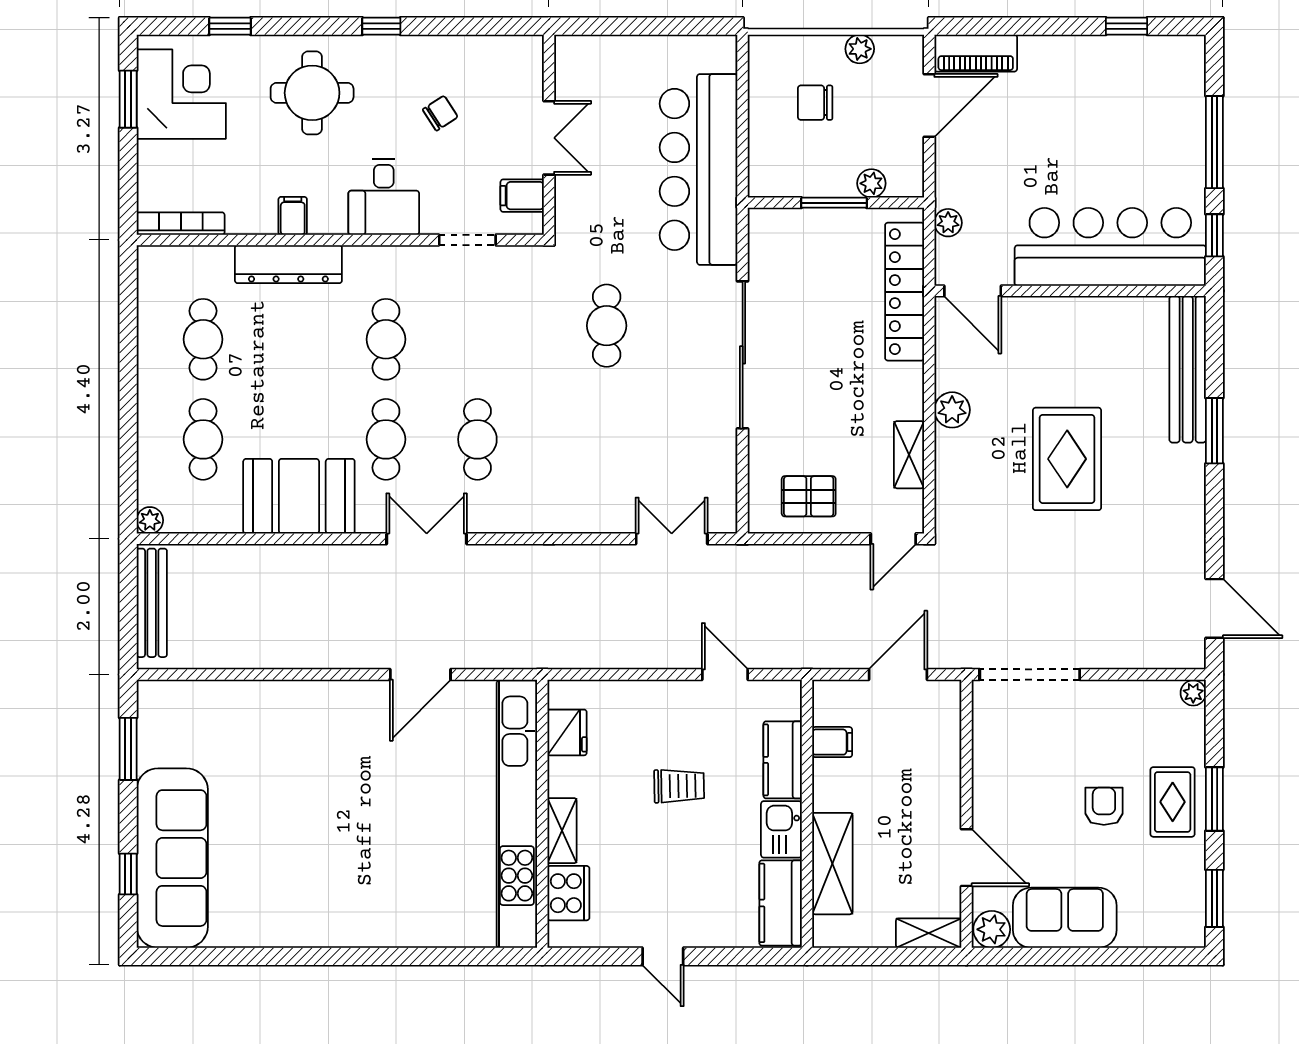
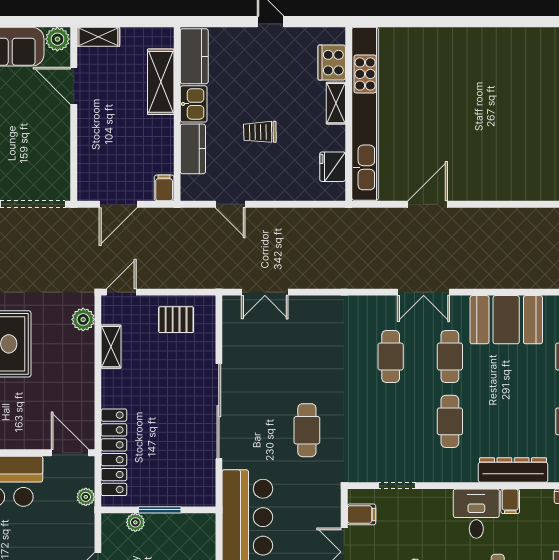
desk: (384, 197) -> (476, 514), moved
plant: (952, 410) -> (83, 319), moved
filing cabinet: (832, 742) -> (164, 188), moved, turned 90

